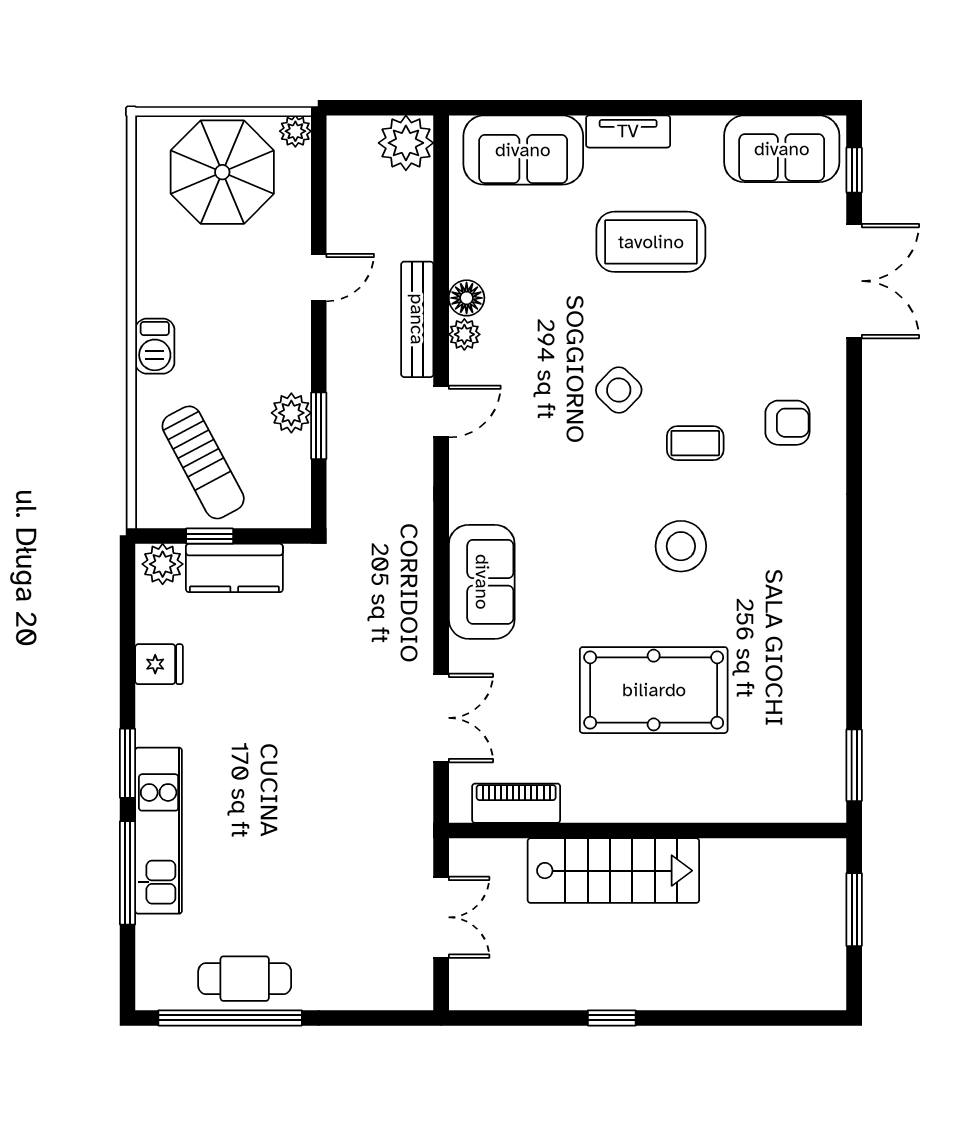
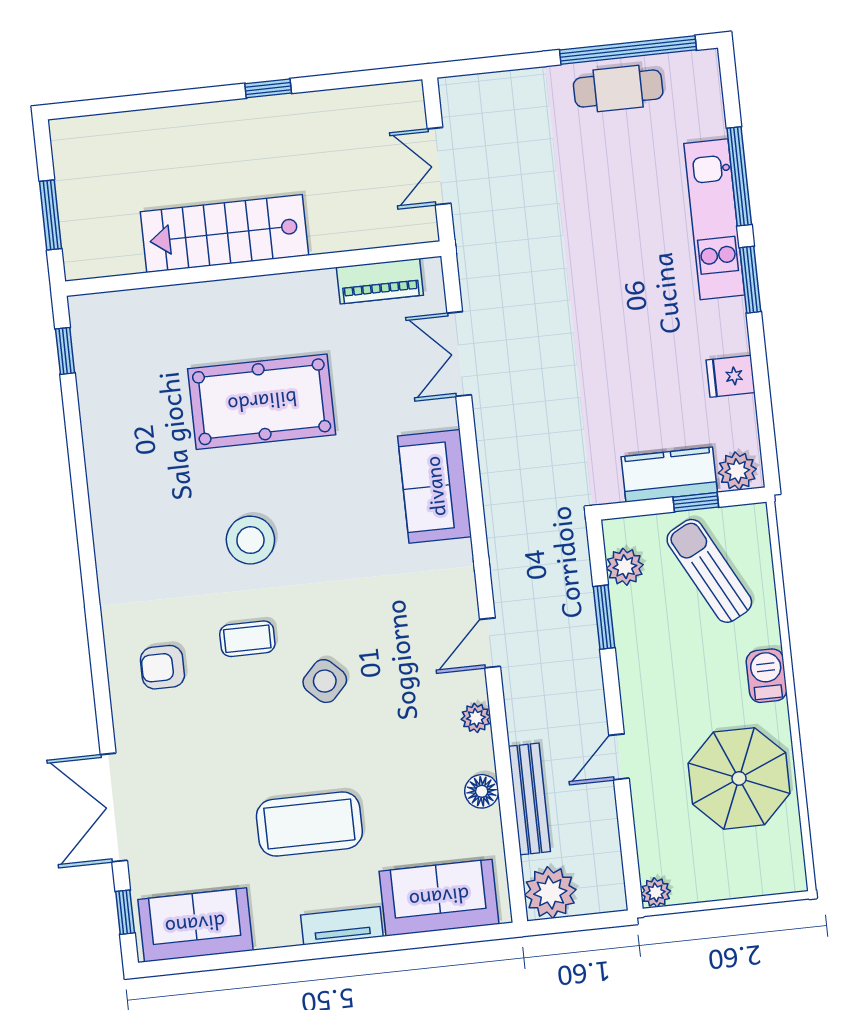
parasol: (222, 172) -> (739, 778), moved
floor lamp: (467, 298) -> (482, 791), moved
bench: (417, 319) -> (529, 799), moved
plant: (291, 413) -> (625, 567), moved
window: (854, 765) -> (65, 351), width x0.67
stairs: (613, 871) -> (224, 234), moved

